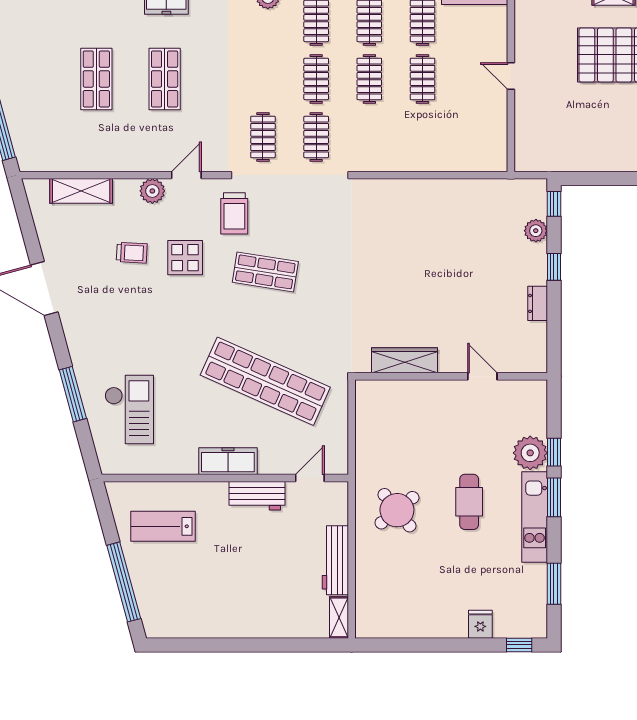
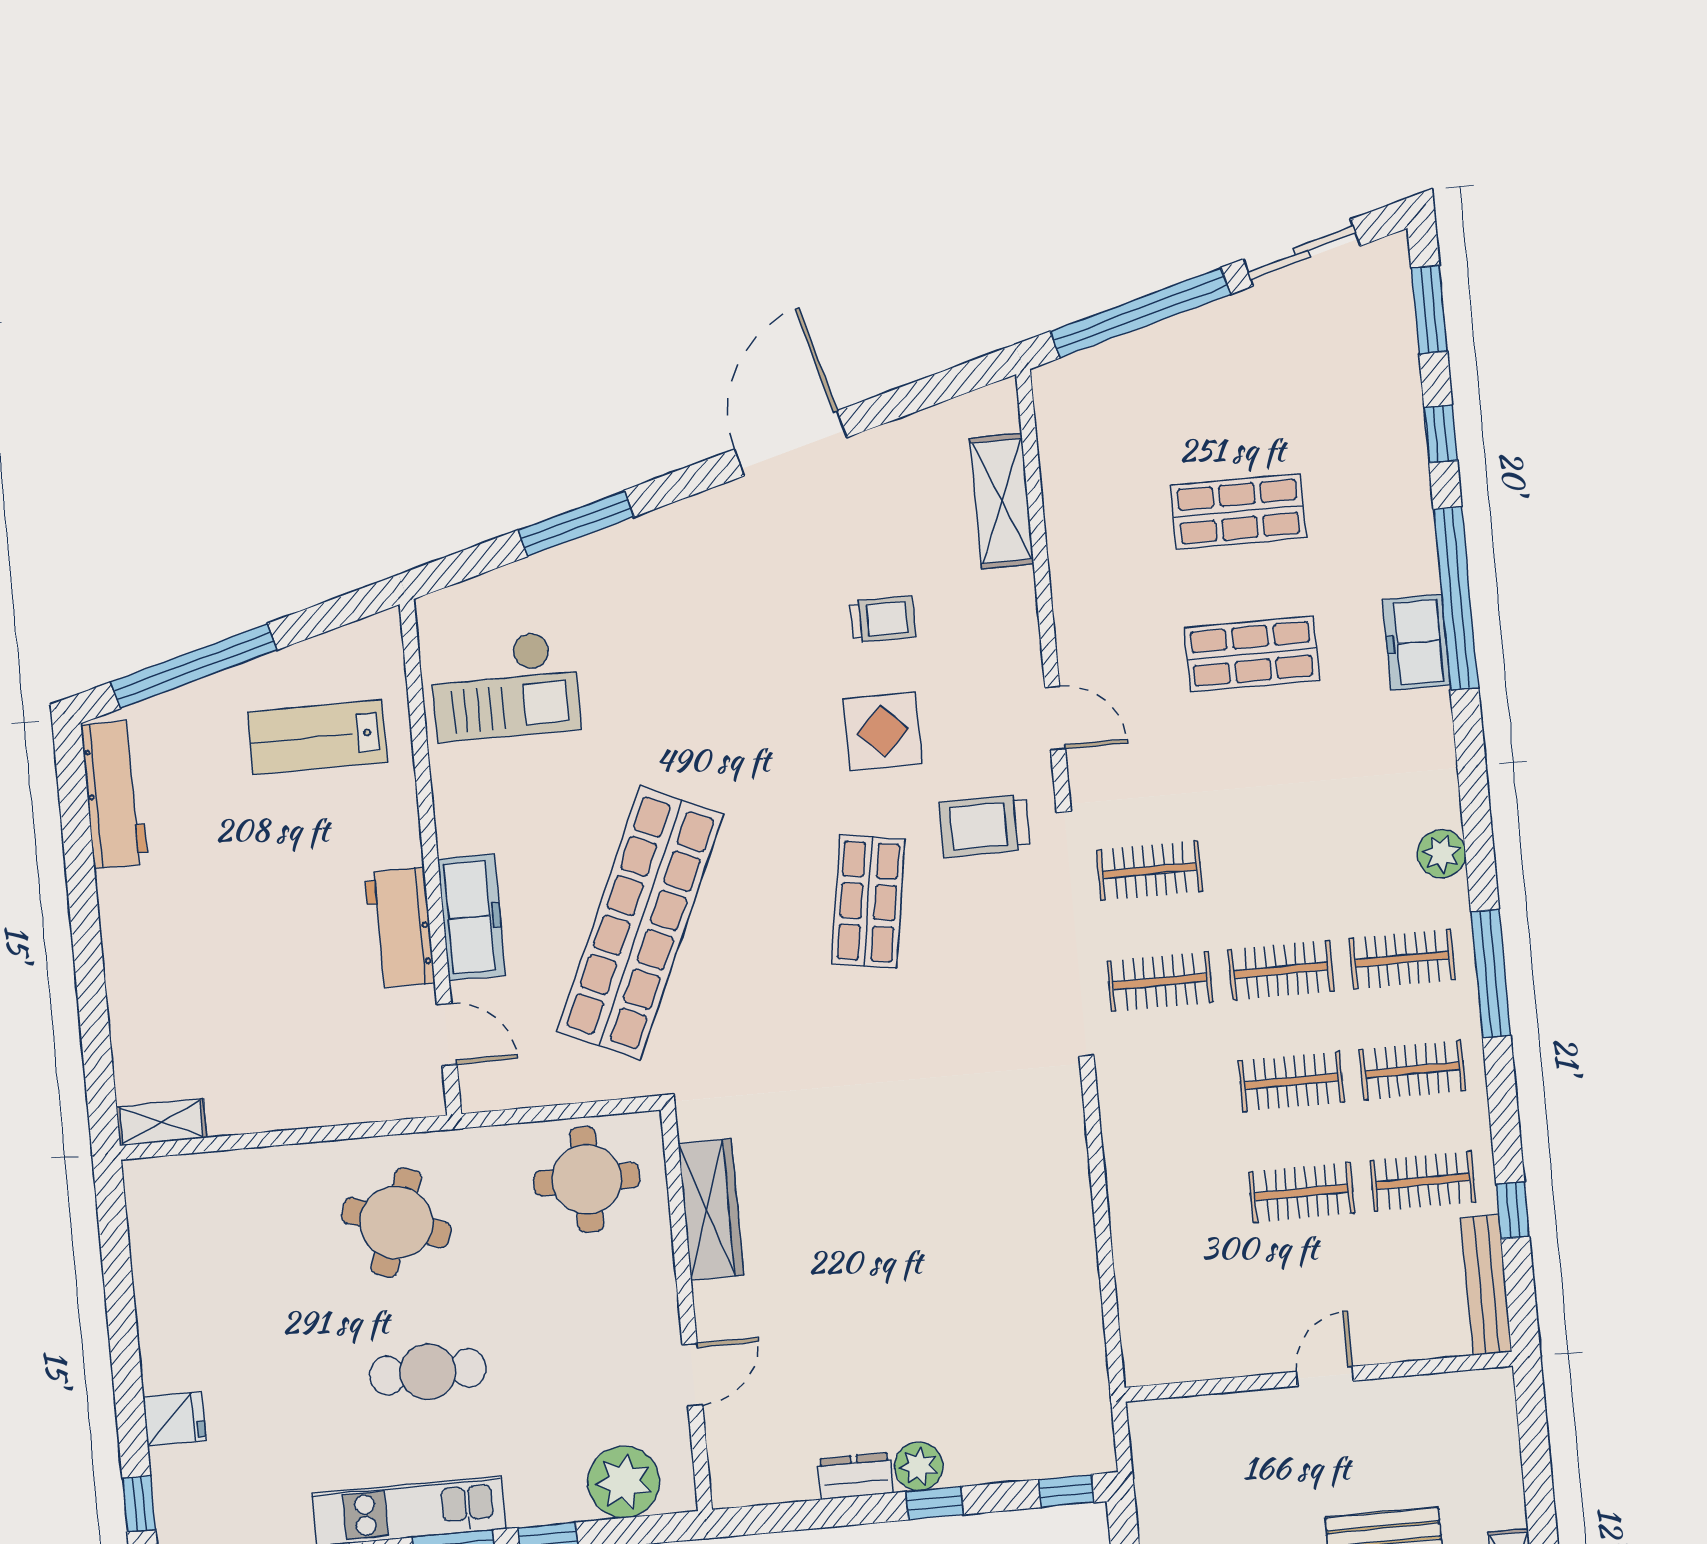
plant: (152, 191) -> (1015, 650), removed
plant: (536, 231) -> (919, 1466), moved
trolley: (132, 253) -> (883, 619), turned -93
checkout: (129, 409) -> (505, 686), moved
round table: (385, 418) -> (587, 1179), added
plant: (530, 453) -> (624, 1482), moved
freezer: (228, 461) -> (471, 917), moved
round table: (397, 510) -> (396, 1223), turned -31
lab bench: (163, 526) -> (317, 737), turned -90
workbench: (335, 560) -> (114, 794), moved, turned 90

